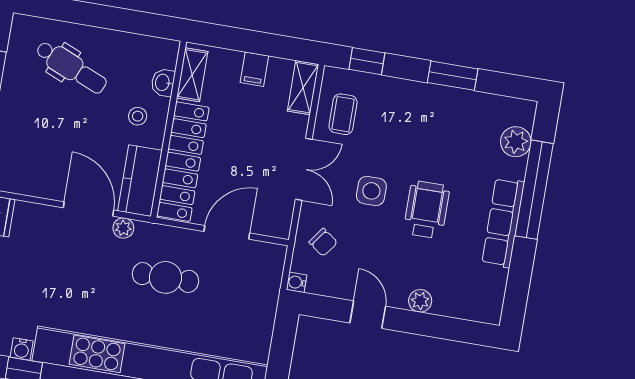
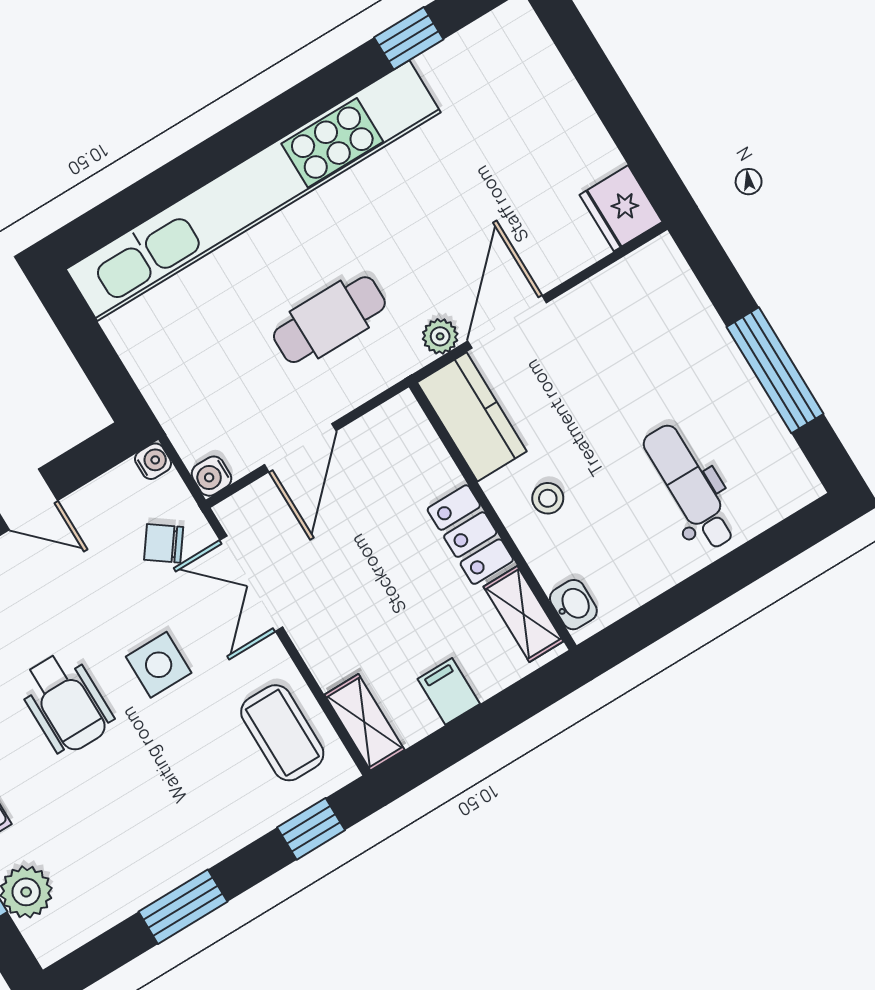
dental chair: (71, 67) -> (689, 487), turned 67
washbasin: (163, 83) -> (573, 605), moved
coffee table: (343, 114) -> (282, 733), width x1.36, depth x1.30
locker: (183, 162) -> (470, 535), width x0.46, depth x0.83
double door: (304, 169) -> (251, 584), moved
door: (88, 209) -> (507, 322), swing flipped
water cooler: (22, 349) -> (211, 476), moved, turned -90

